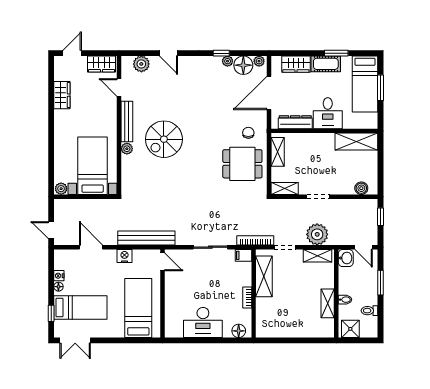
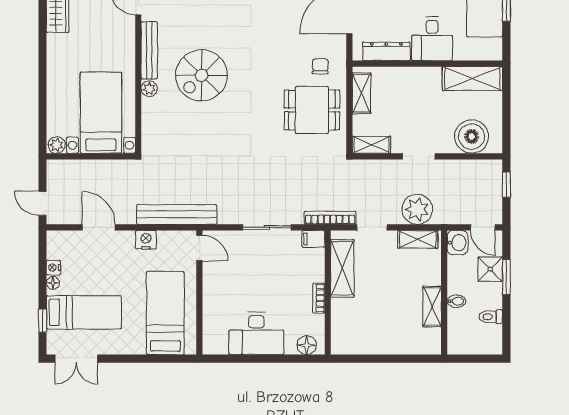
boiler: (361, 188) -> (472, 137), width x1.86, depth x1.86
shower: (350, 329) -> (490, 269), moved

